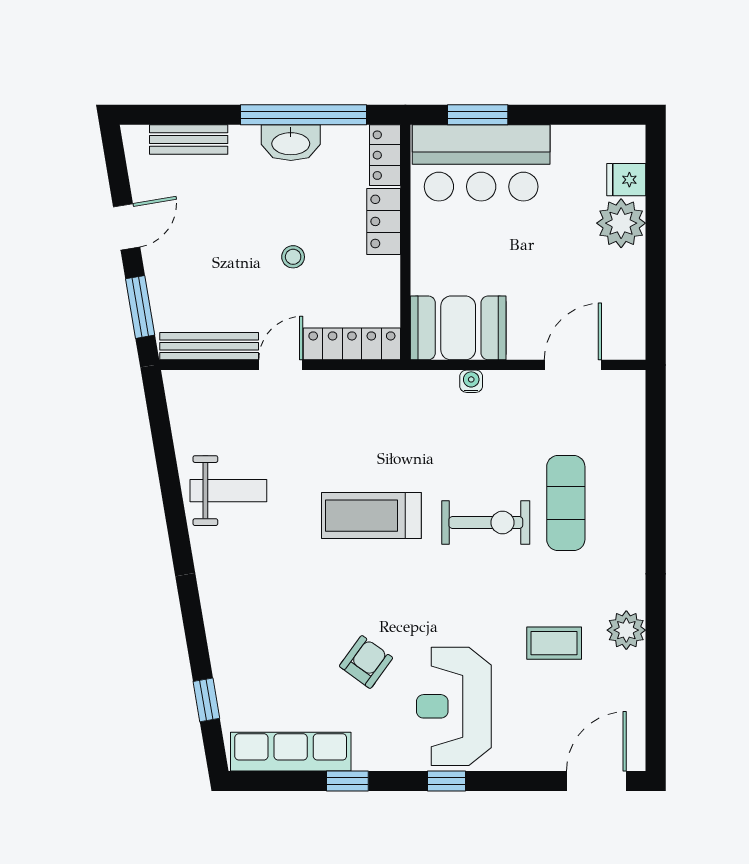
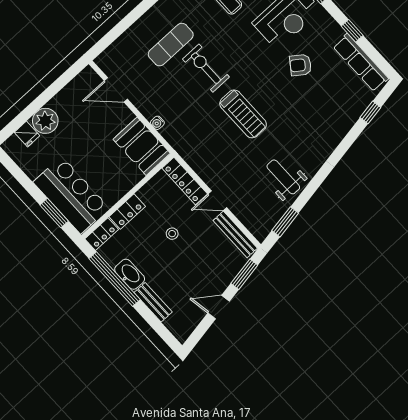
bench: (189, 140) -> (153, 302), moved
window: (162, 434) -> (285, 222), added

